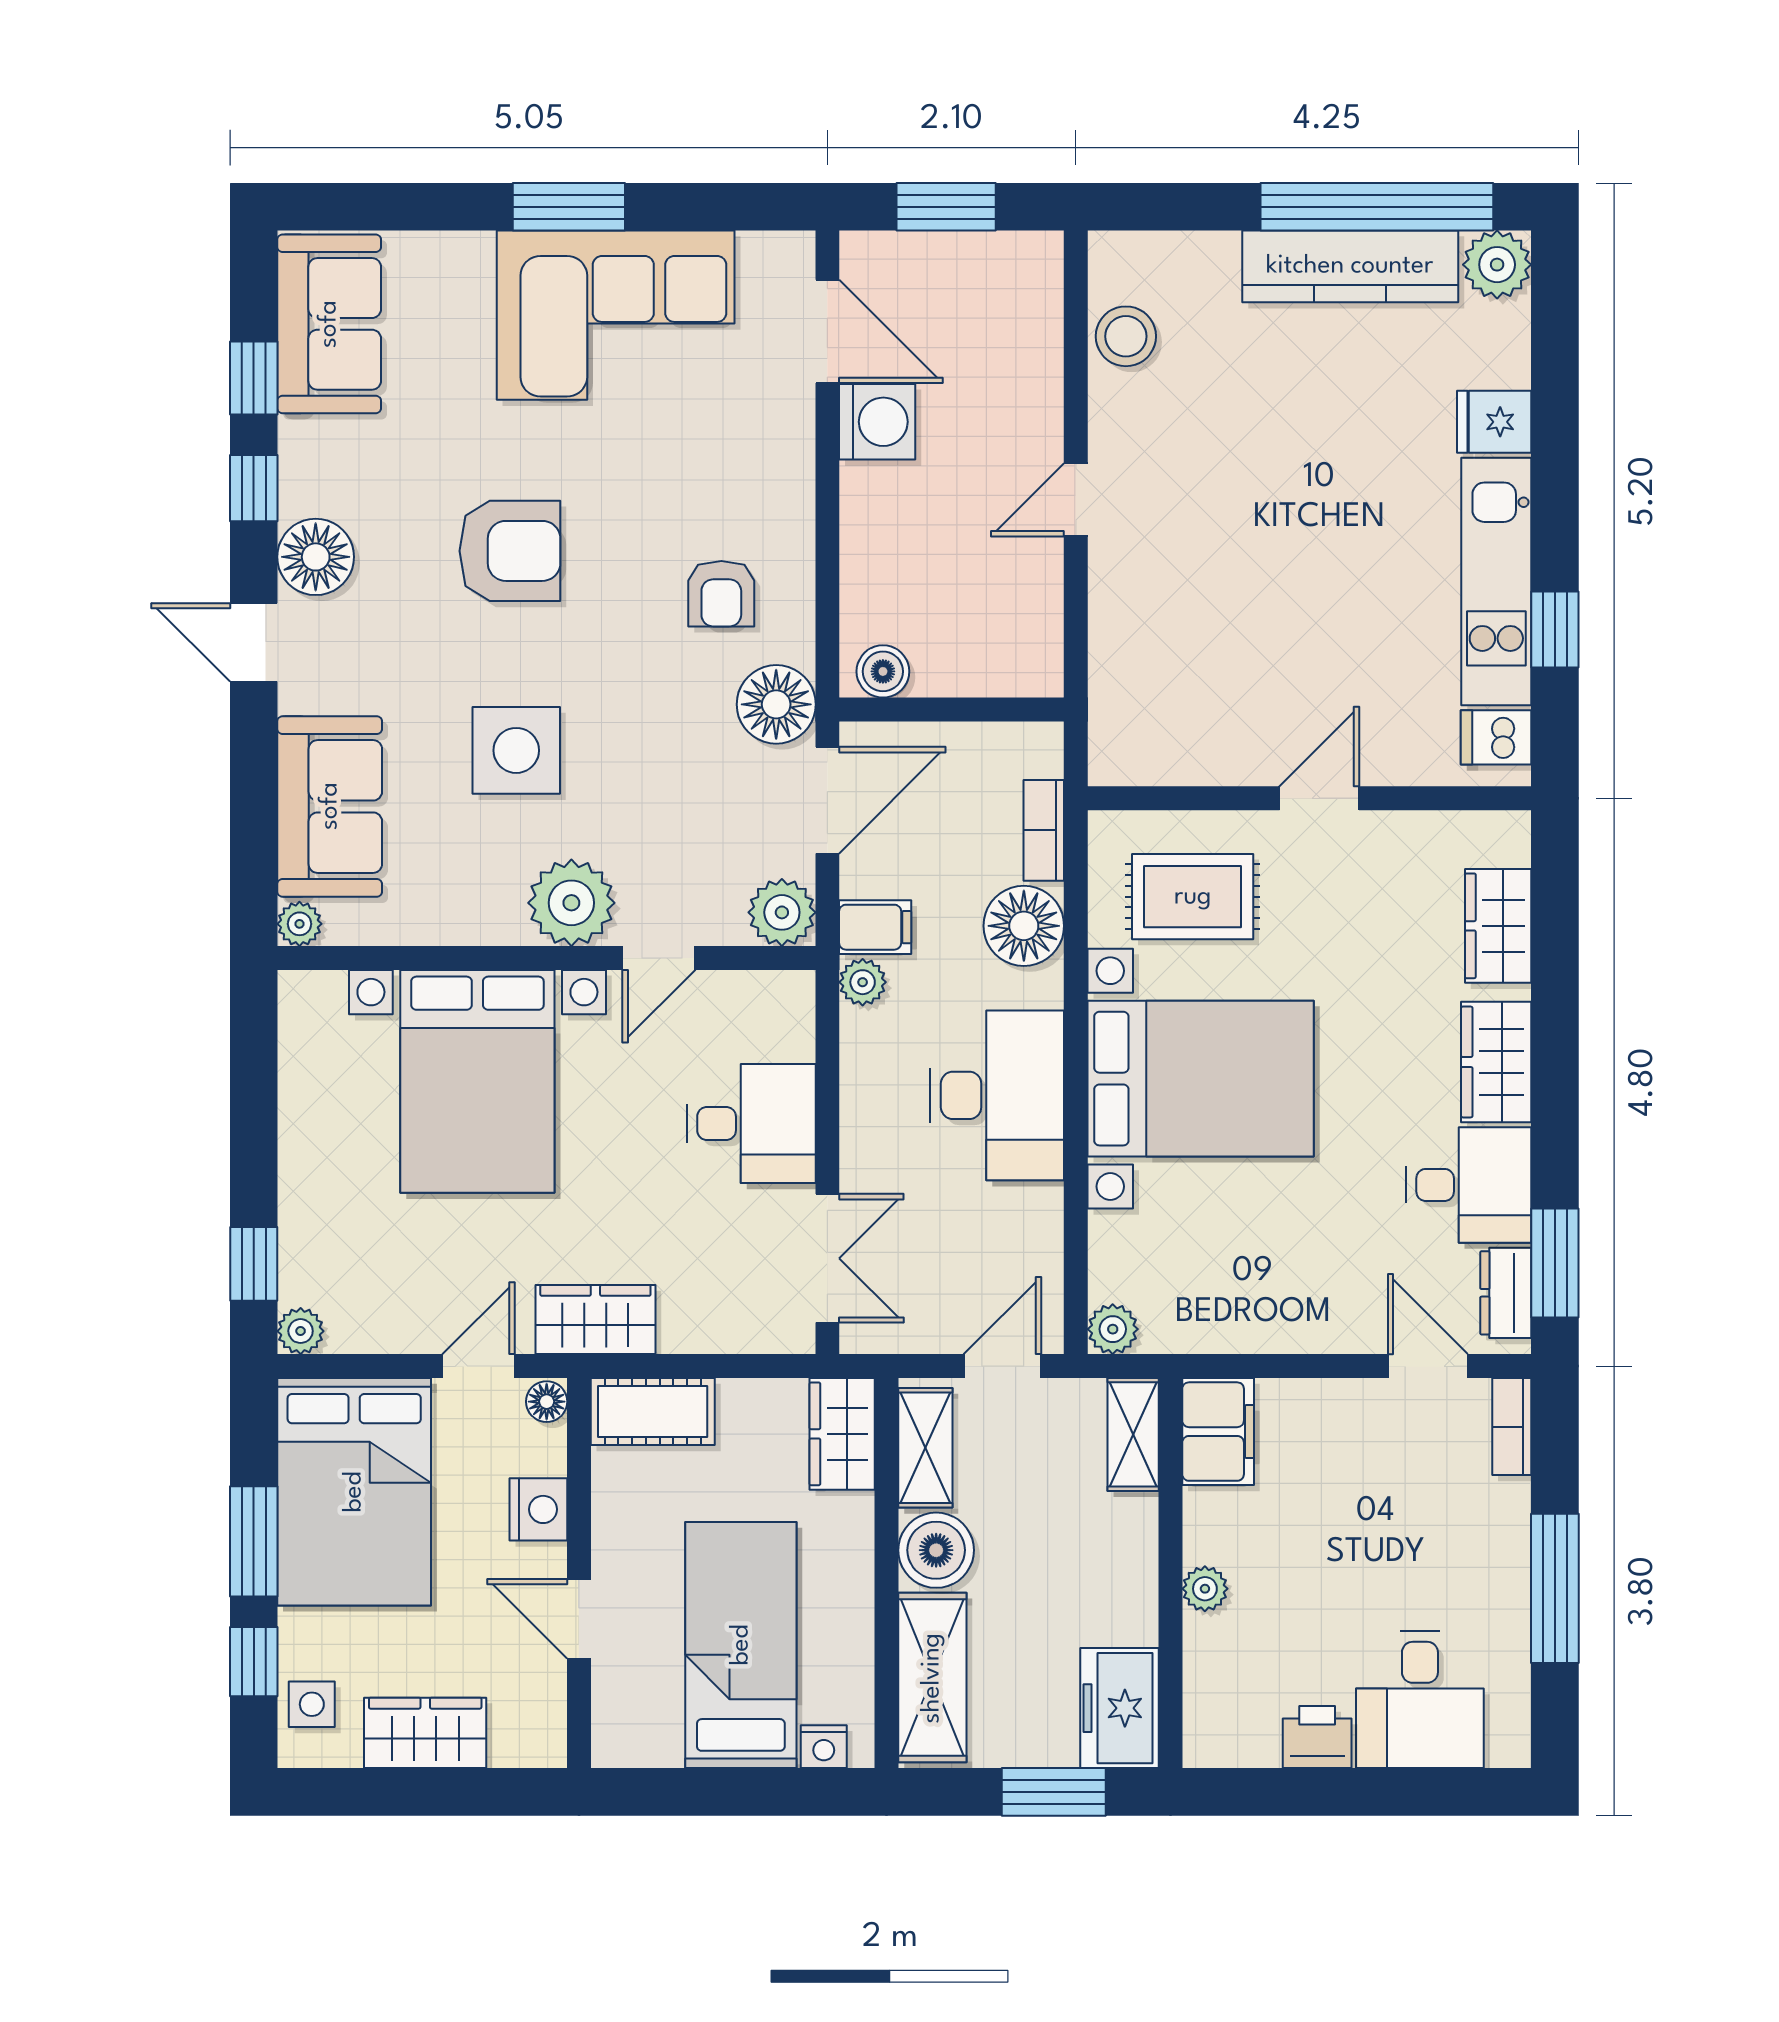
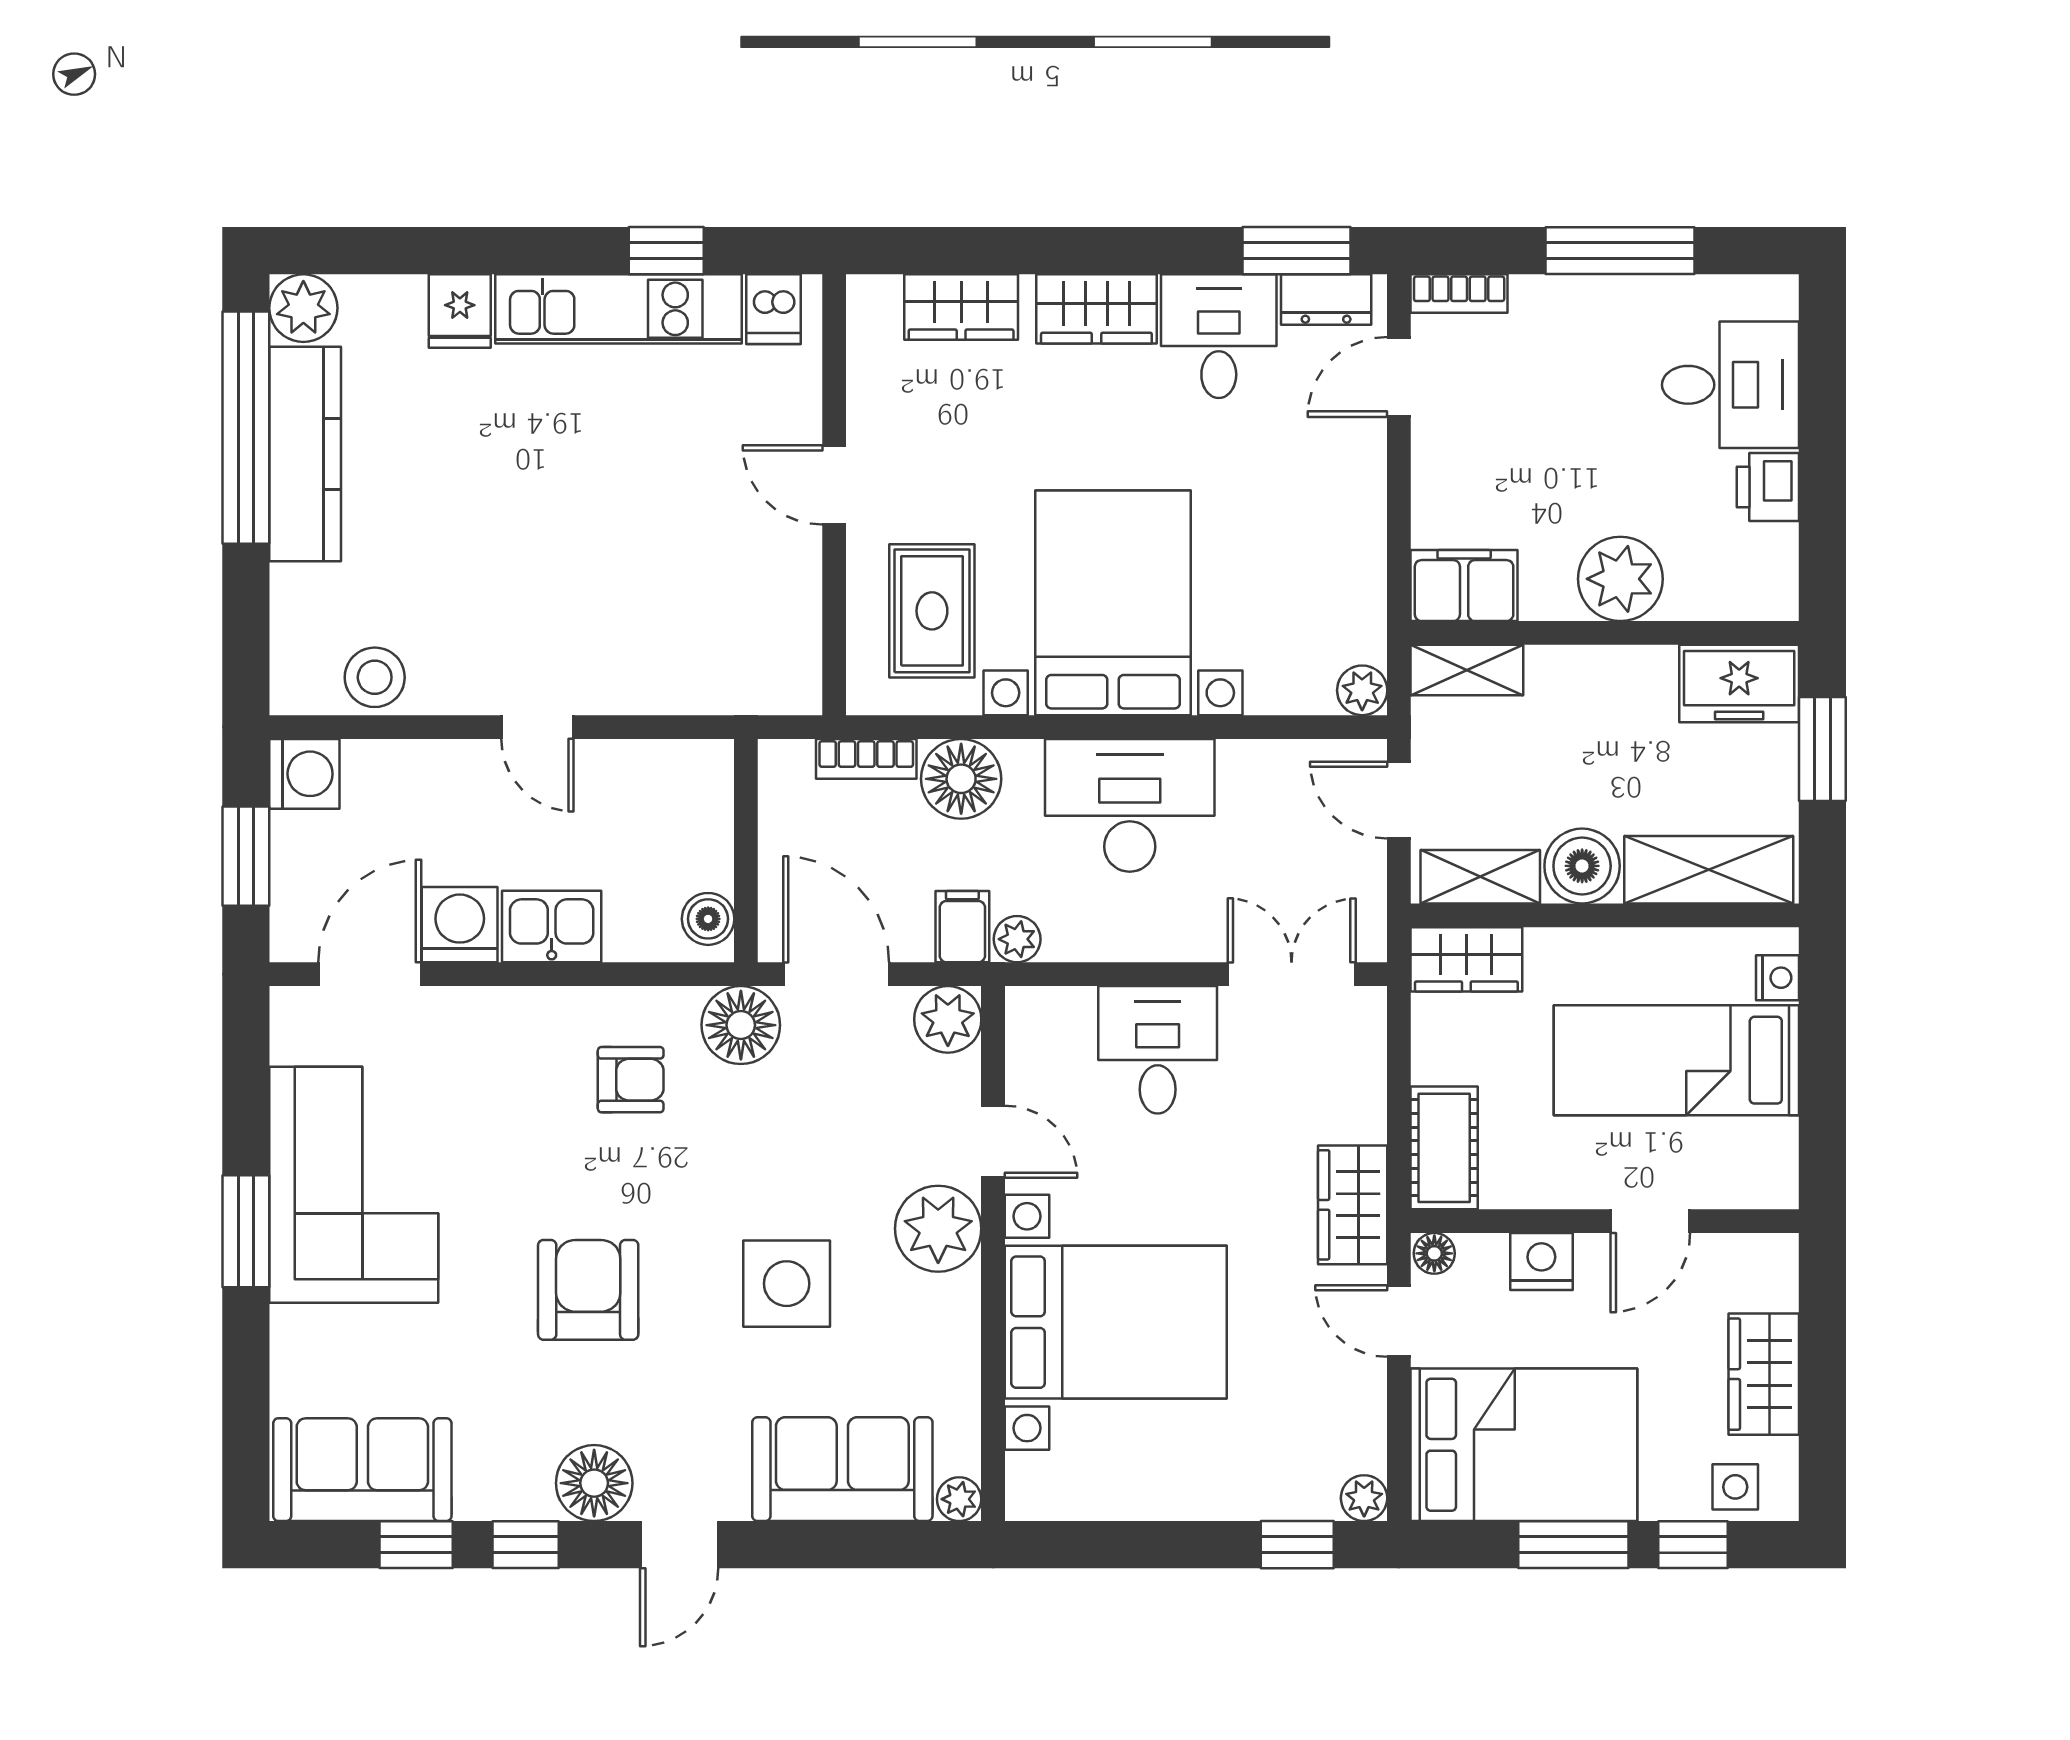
washing machine: (1029, 266) -> (304, 774), added
kitchen sink: (875, 514) -> (552, 926), added
plant: (1205, 1589) -> (1620, 579), width x1.88, depth x1.88

